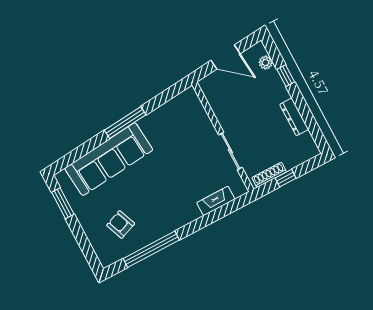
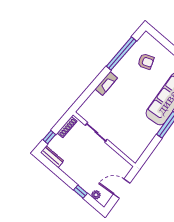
dresser: (294, 117) -> (52, 157), moved
window: (286, 178) -> (49, 137), moved
fireplace: (216, 201) -> (106, 83), moved

